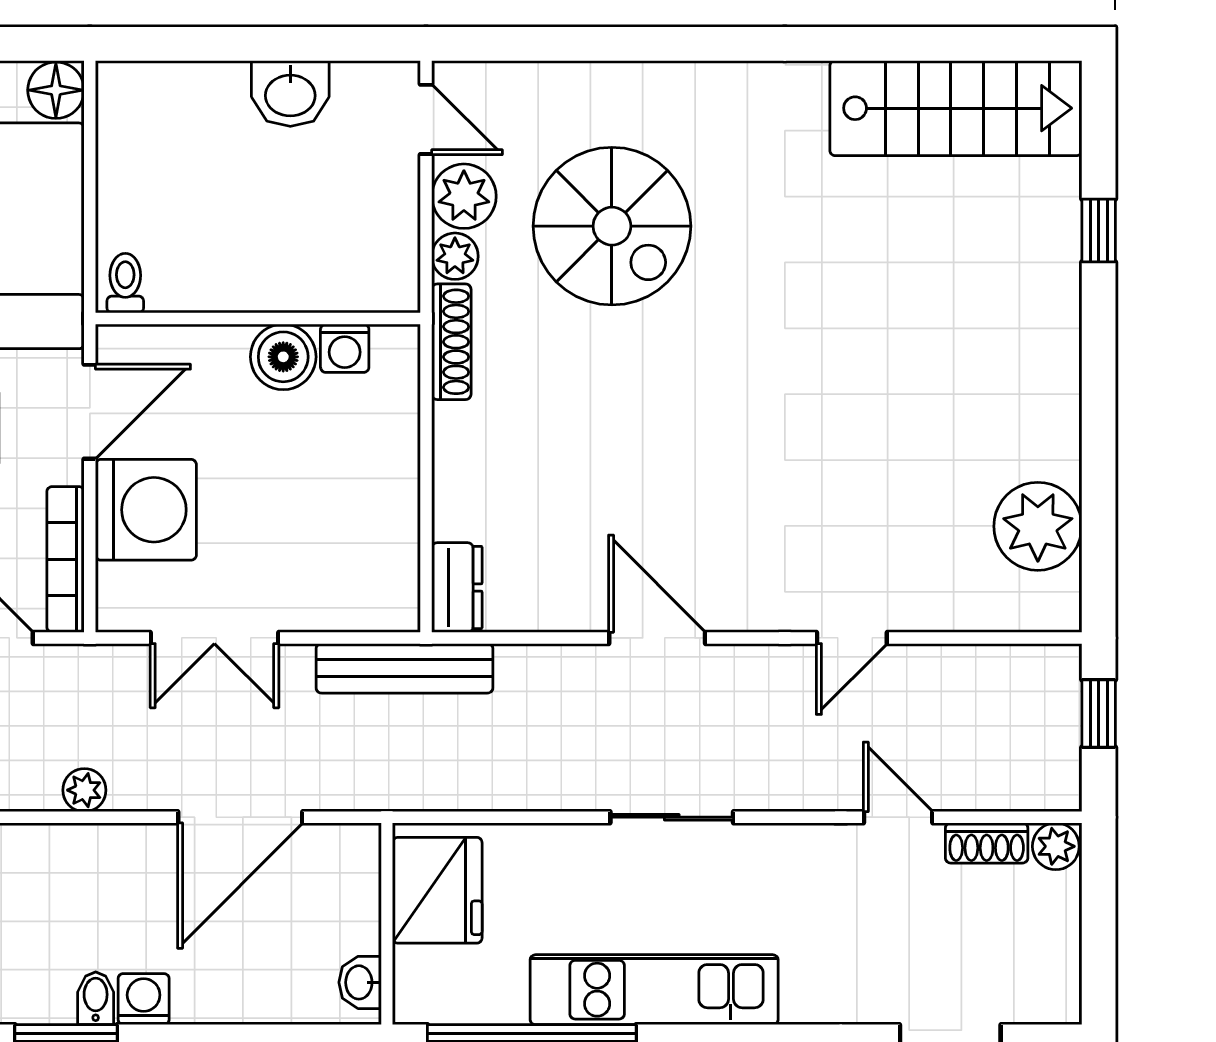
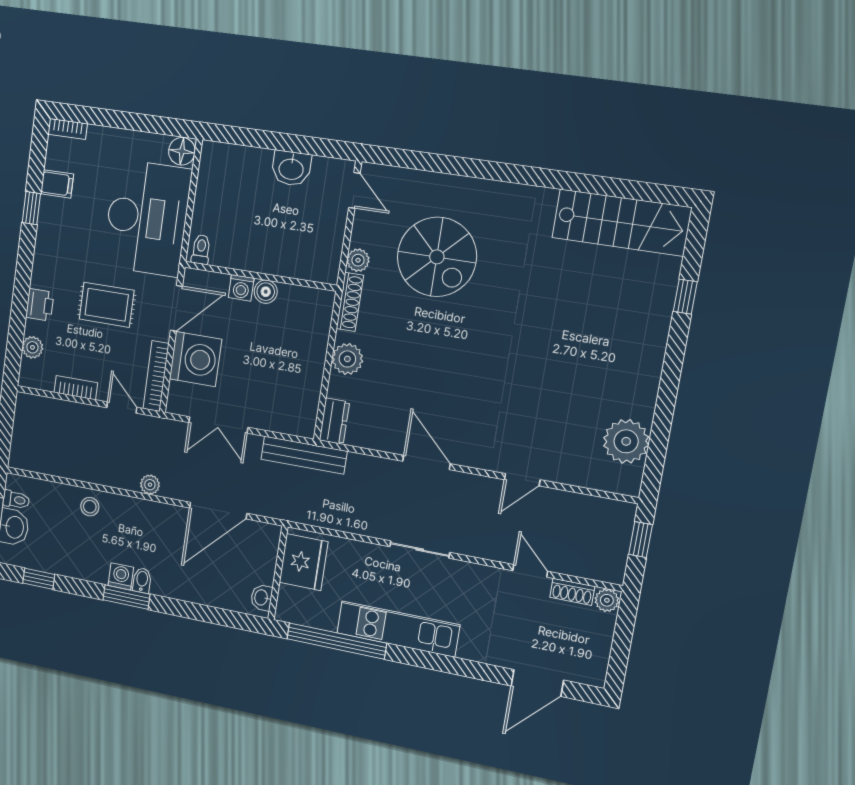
plant: (464, 196) -> (347, 359), moved
washing machine: (345, 348) -> (241, 288), moved
boiler: (283, 357) -> (266, 292), width x0.73, depth x0.73
washing machine: (144, 999) -> (121, 576), moved

